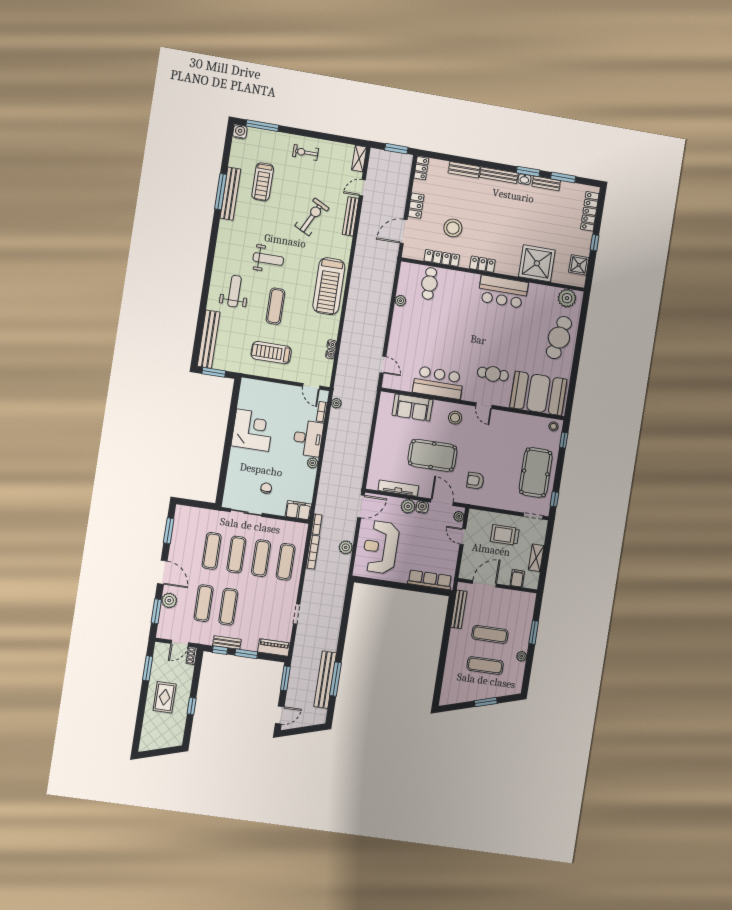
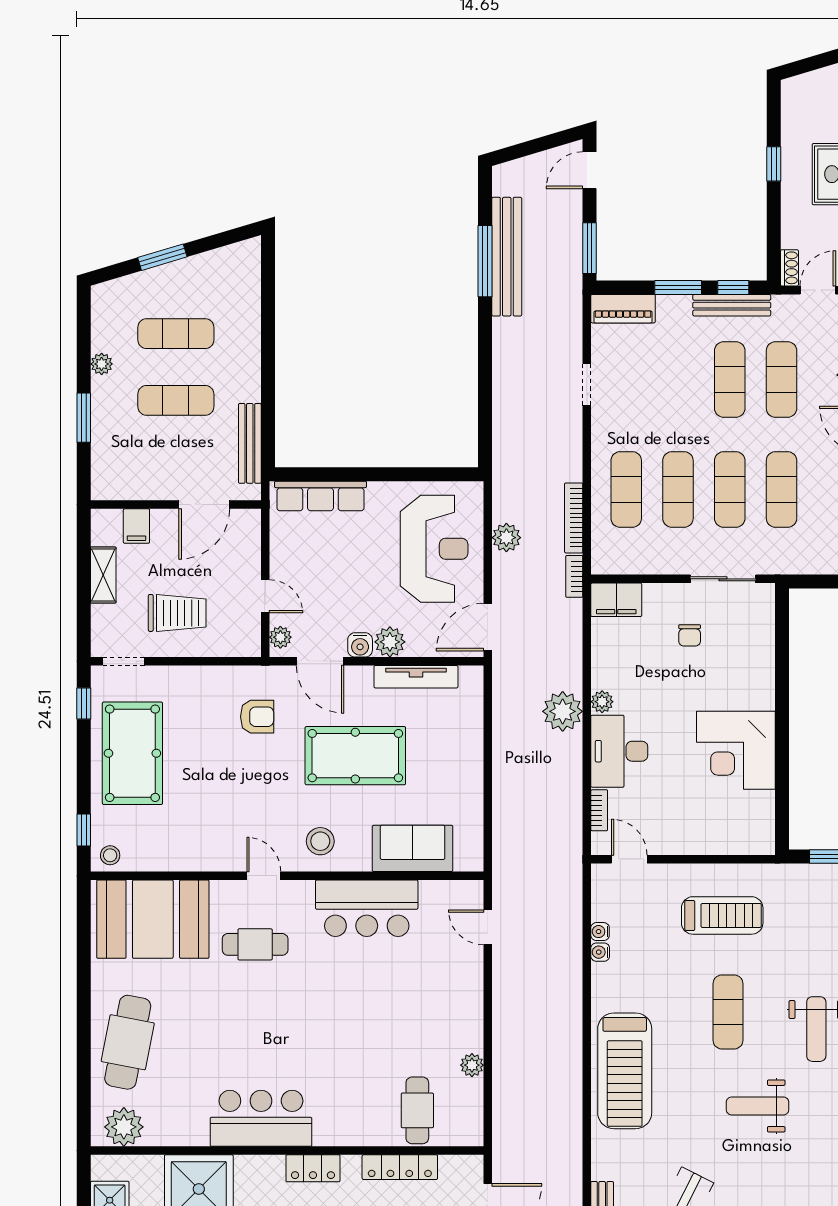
treadmill: (329, 286) -> (625, 1071), turned 180
plant: (336, 403) -> (563, 711), moved, width x1.87, depth x1.87
bench: (227, 642) -> (732, 305), width x1.36

